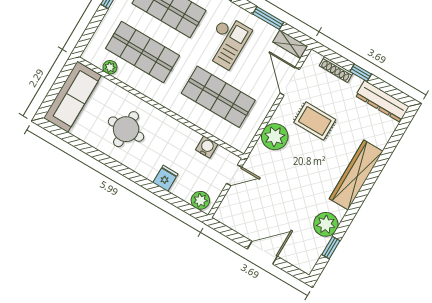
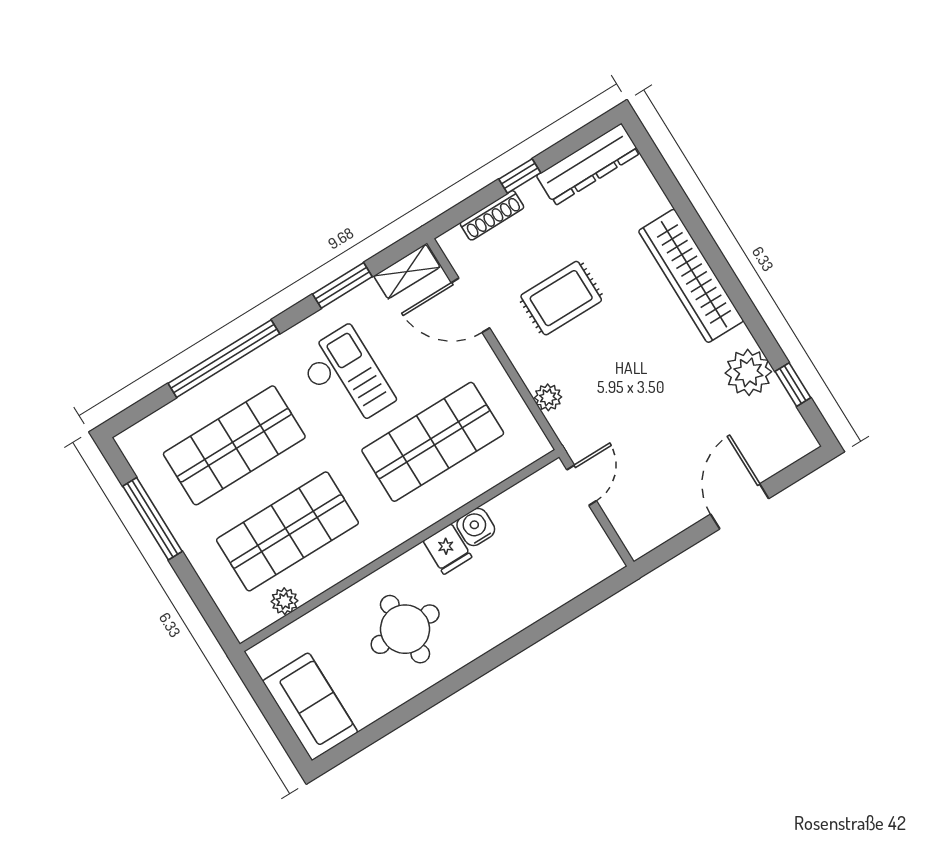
sofa: (72, 97) -> (310, 707), width x0.73
plant: (275, 137) -> (548, 397), width x0.53, depth x0.53
water cooler: (207, 147) -> (476, 527), moved
fridge: (165, 178) -> (447, 549), moved, turned 180
plant: (200, 200) -> (594, 566), removed

